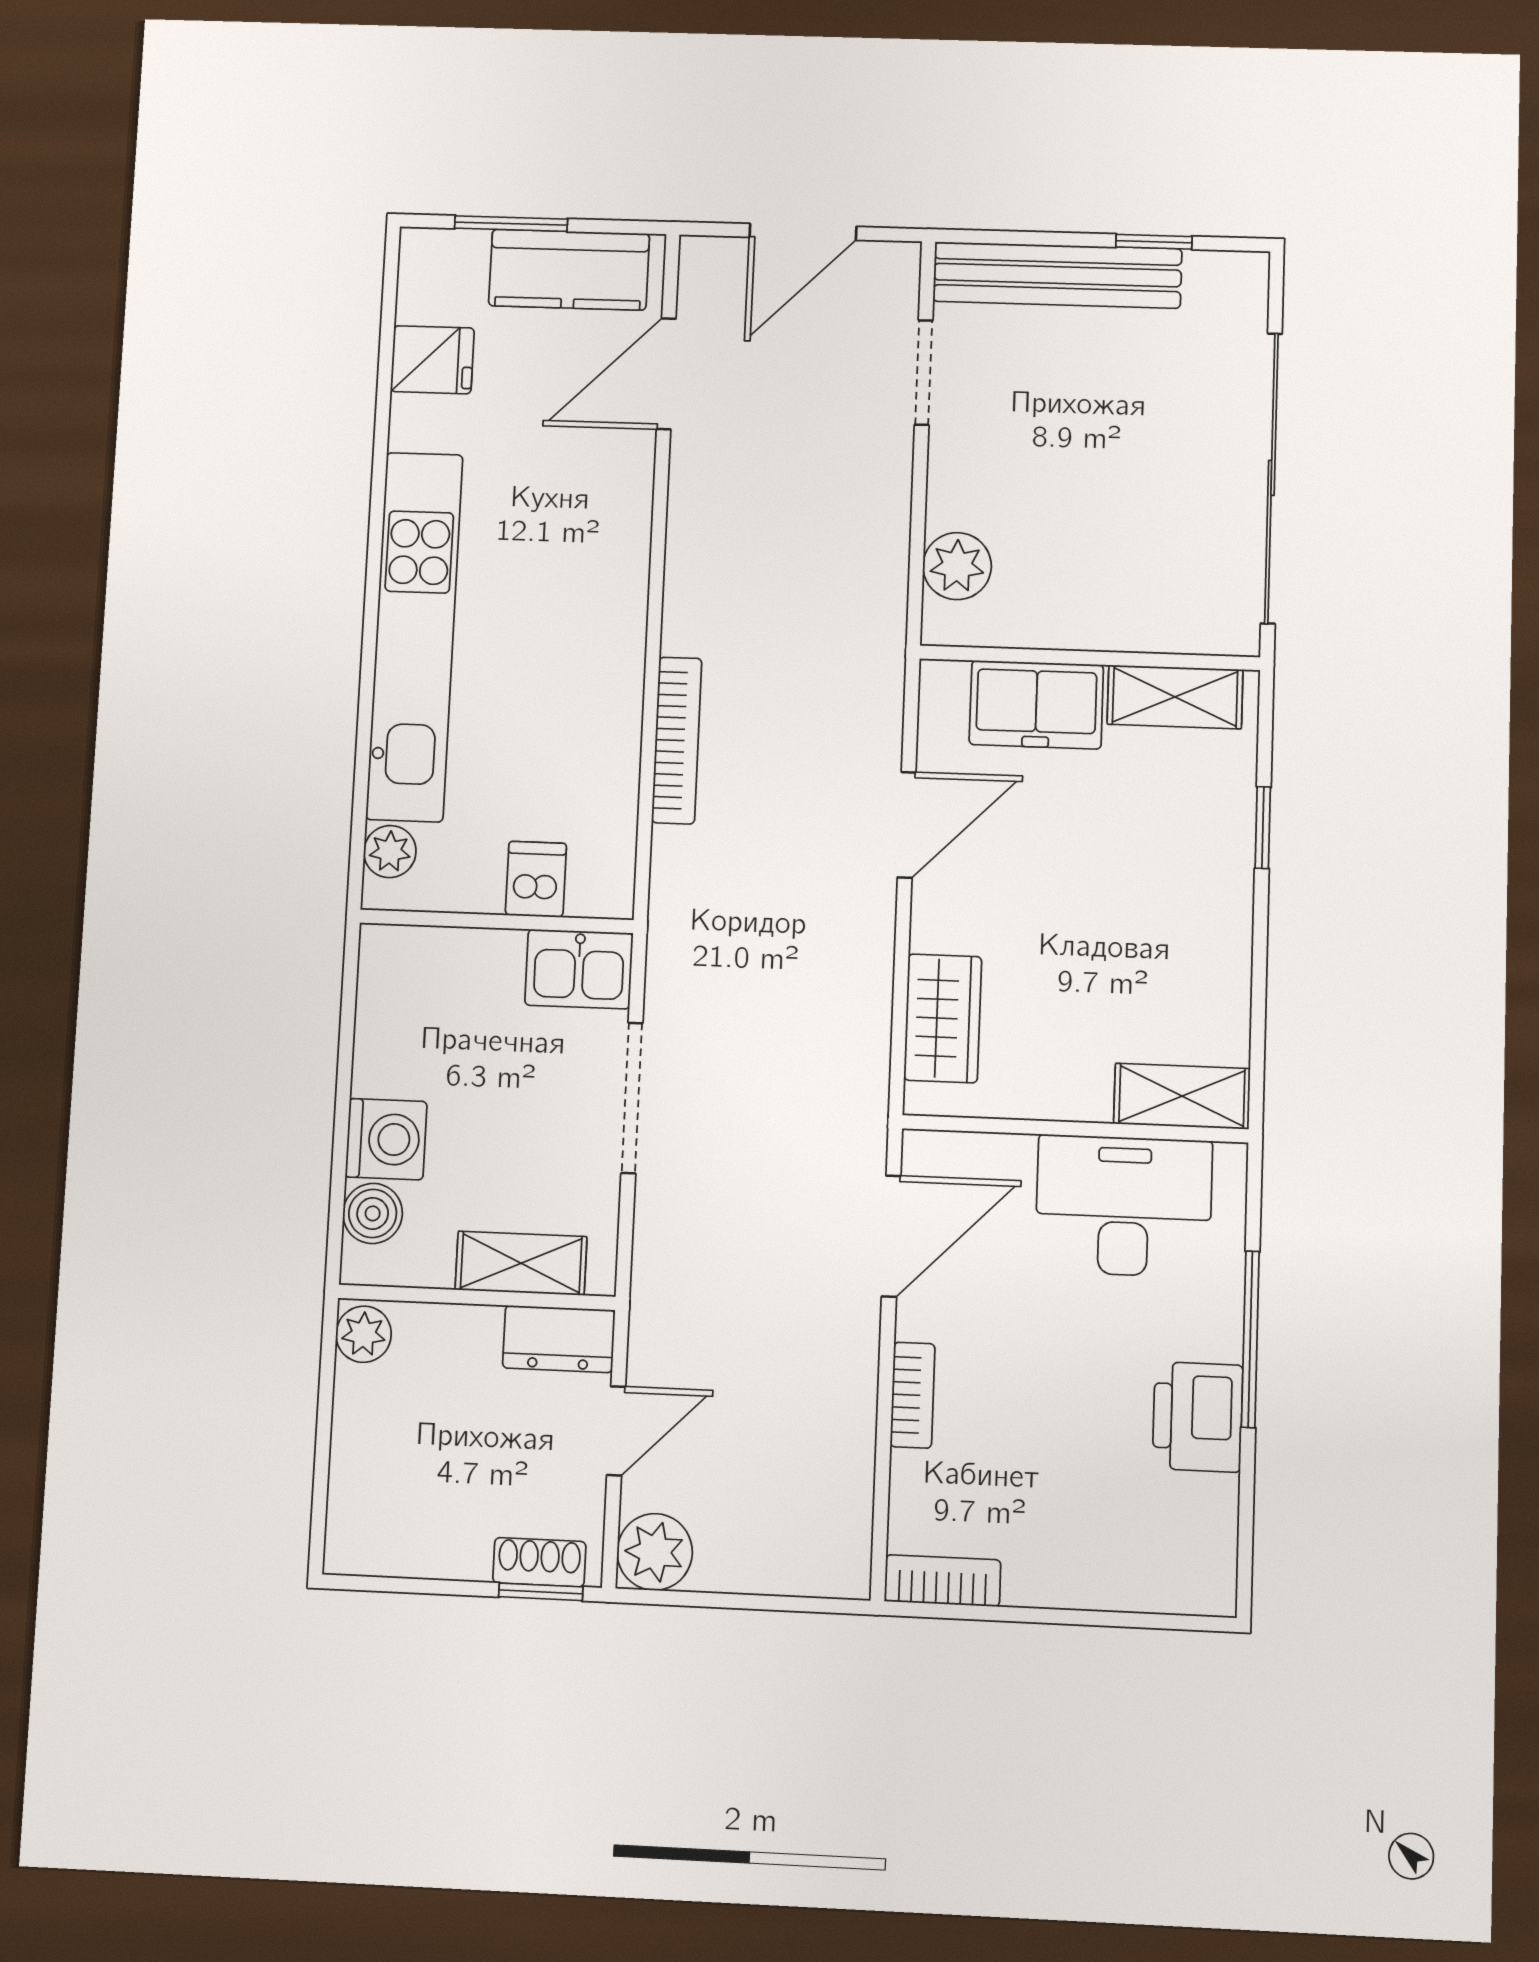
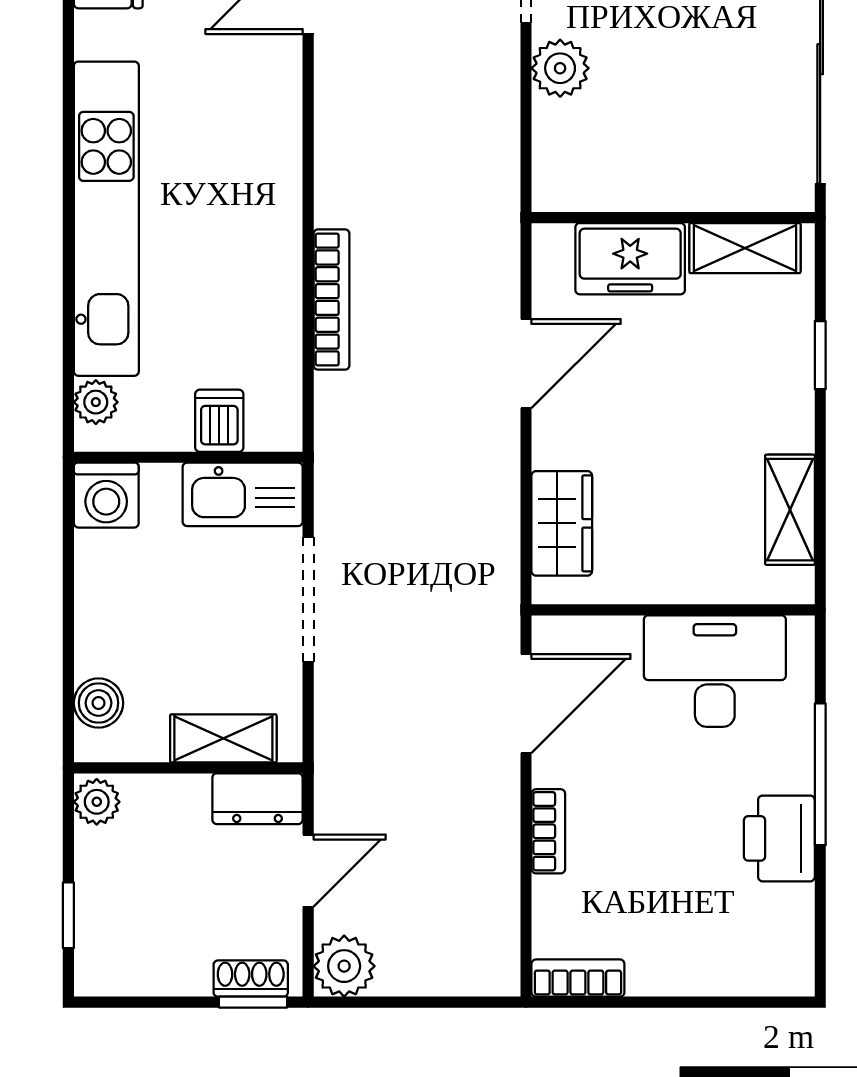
plant: (957, 566) -> (560, 68), moved
kitchen sink: (579, 969) -> (243, 494), width x1.38
shelving: (1182, 1096) -> (790, 510), moved, turned 90
washing machine: (386, 1139) -> (106, 495), moved, turned 90
window: (321, 1473) -> (68, 915), added

